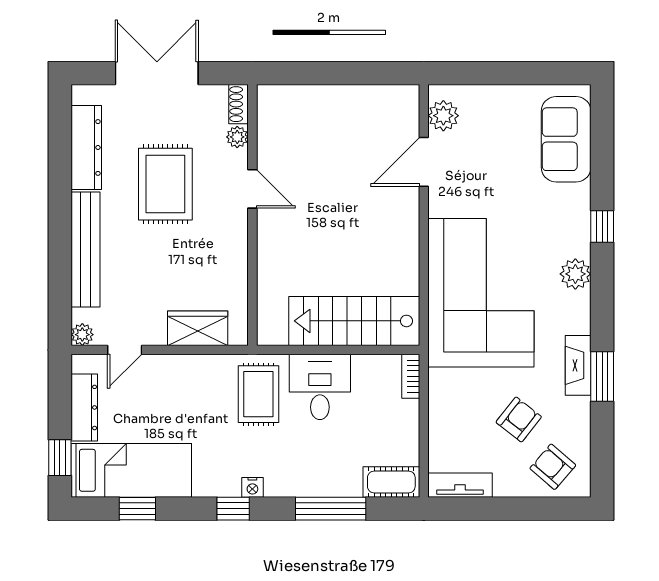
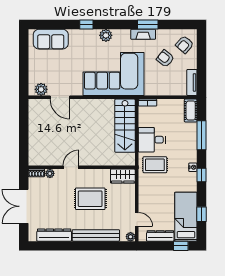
rug: (165, 184) -> (90, 199), moved
wardrobe: (198, 328) -> (123, 176), moved, turned -90

